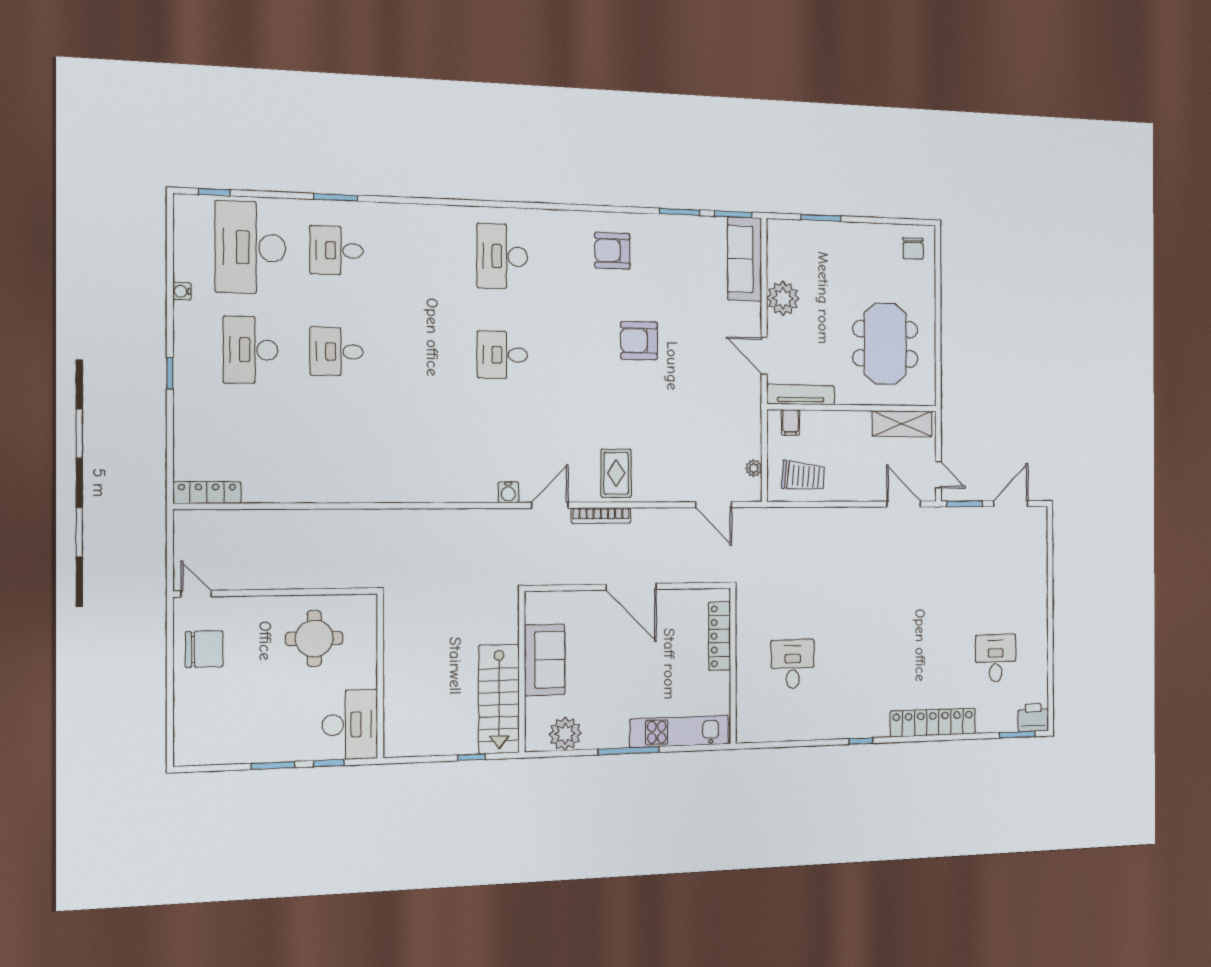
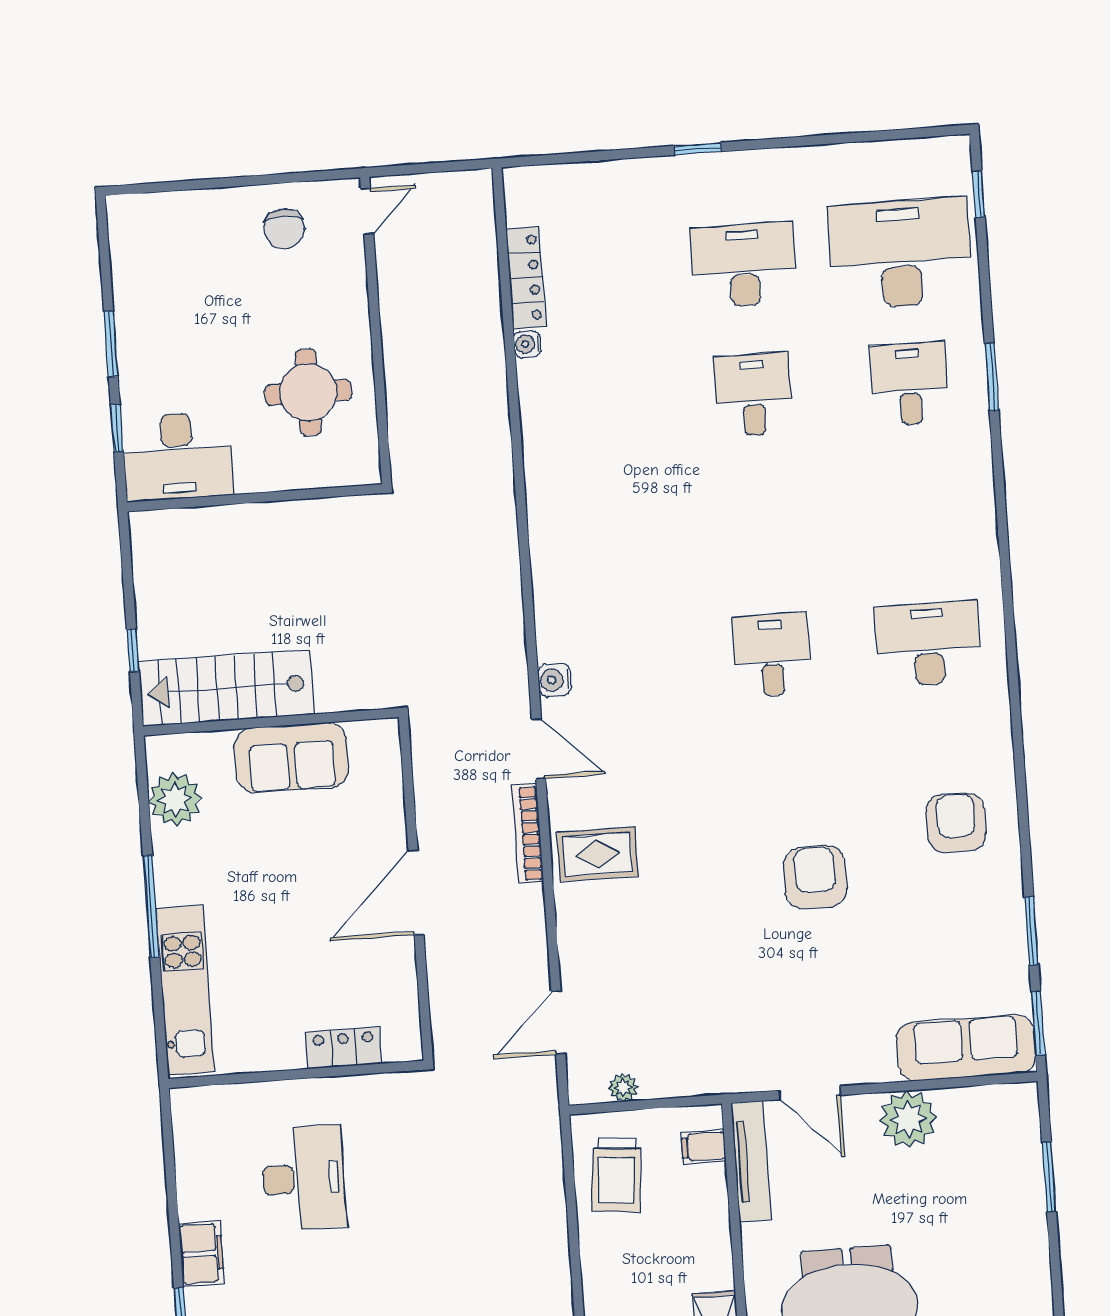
water cooler: (182, 291) -> (527, 344), moved, turned -90
door: (764, 356) -> (810, 1093), swing flipped
locker: (207, 493) -> (526, 278), moved
locker: (720, 636) -> (344, 1048), width x0.66
chair: (204, 649) -> (284, 229), width x0.73, depth x0.73
desk: (793, 664) -> (304, 1178), width x1.37
filing cabinet: (831, 727) -> (202, 1254), added

